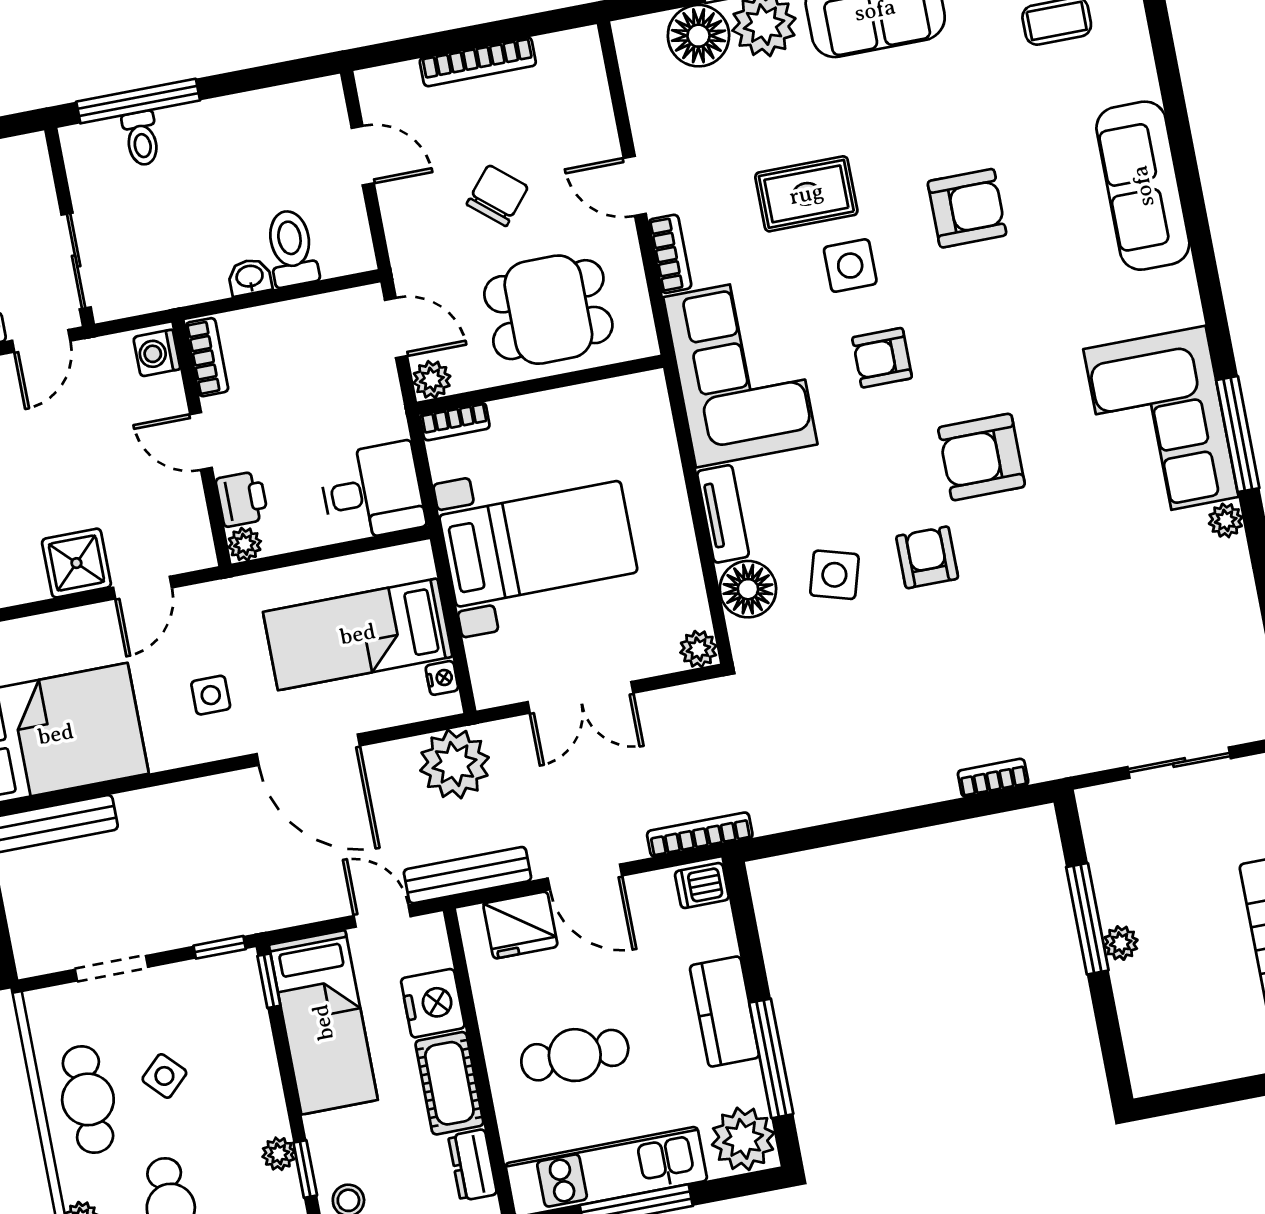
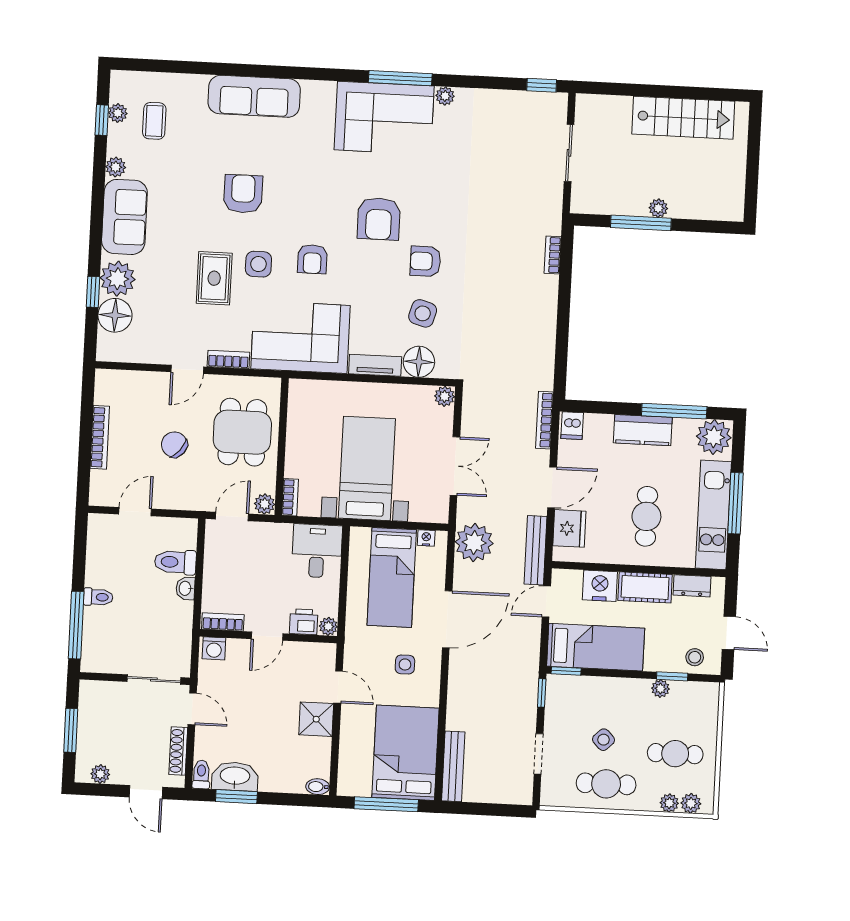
toilet: (141, 138) -> (98, 597), moved

